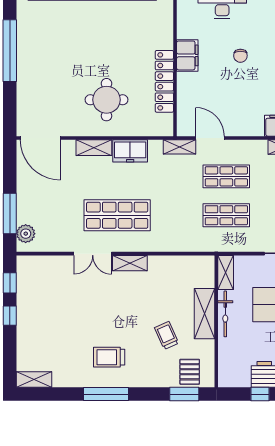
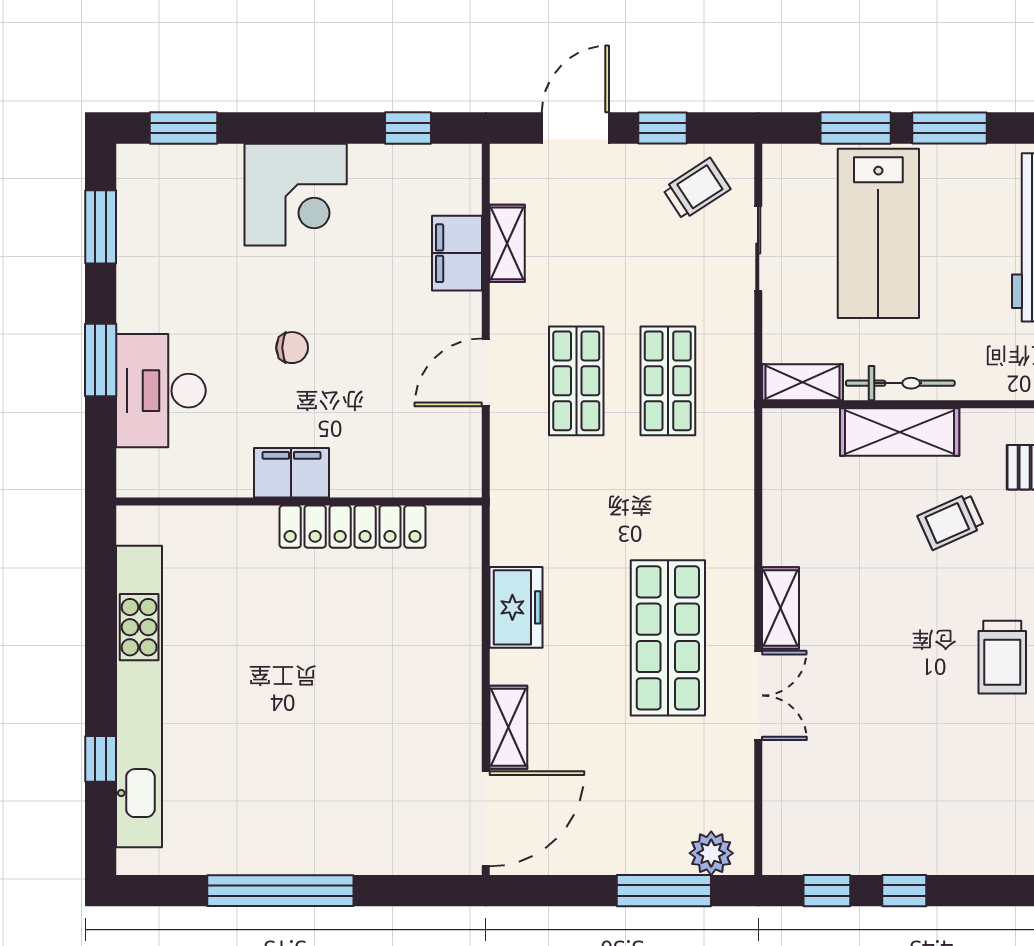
round table: (106, 100) -> (396, 663), removed
door: (210, 138) -> (486, 372), moved
shelving: (179, 147) -> (507, 491), removed
shelving: (94, 148) -> (508, 727), moved

